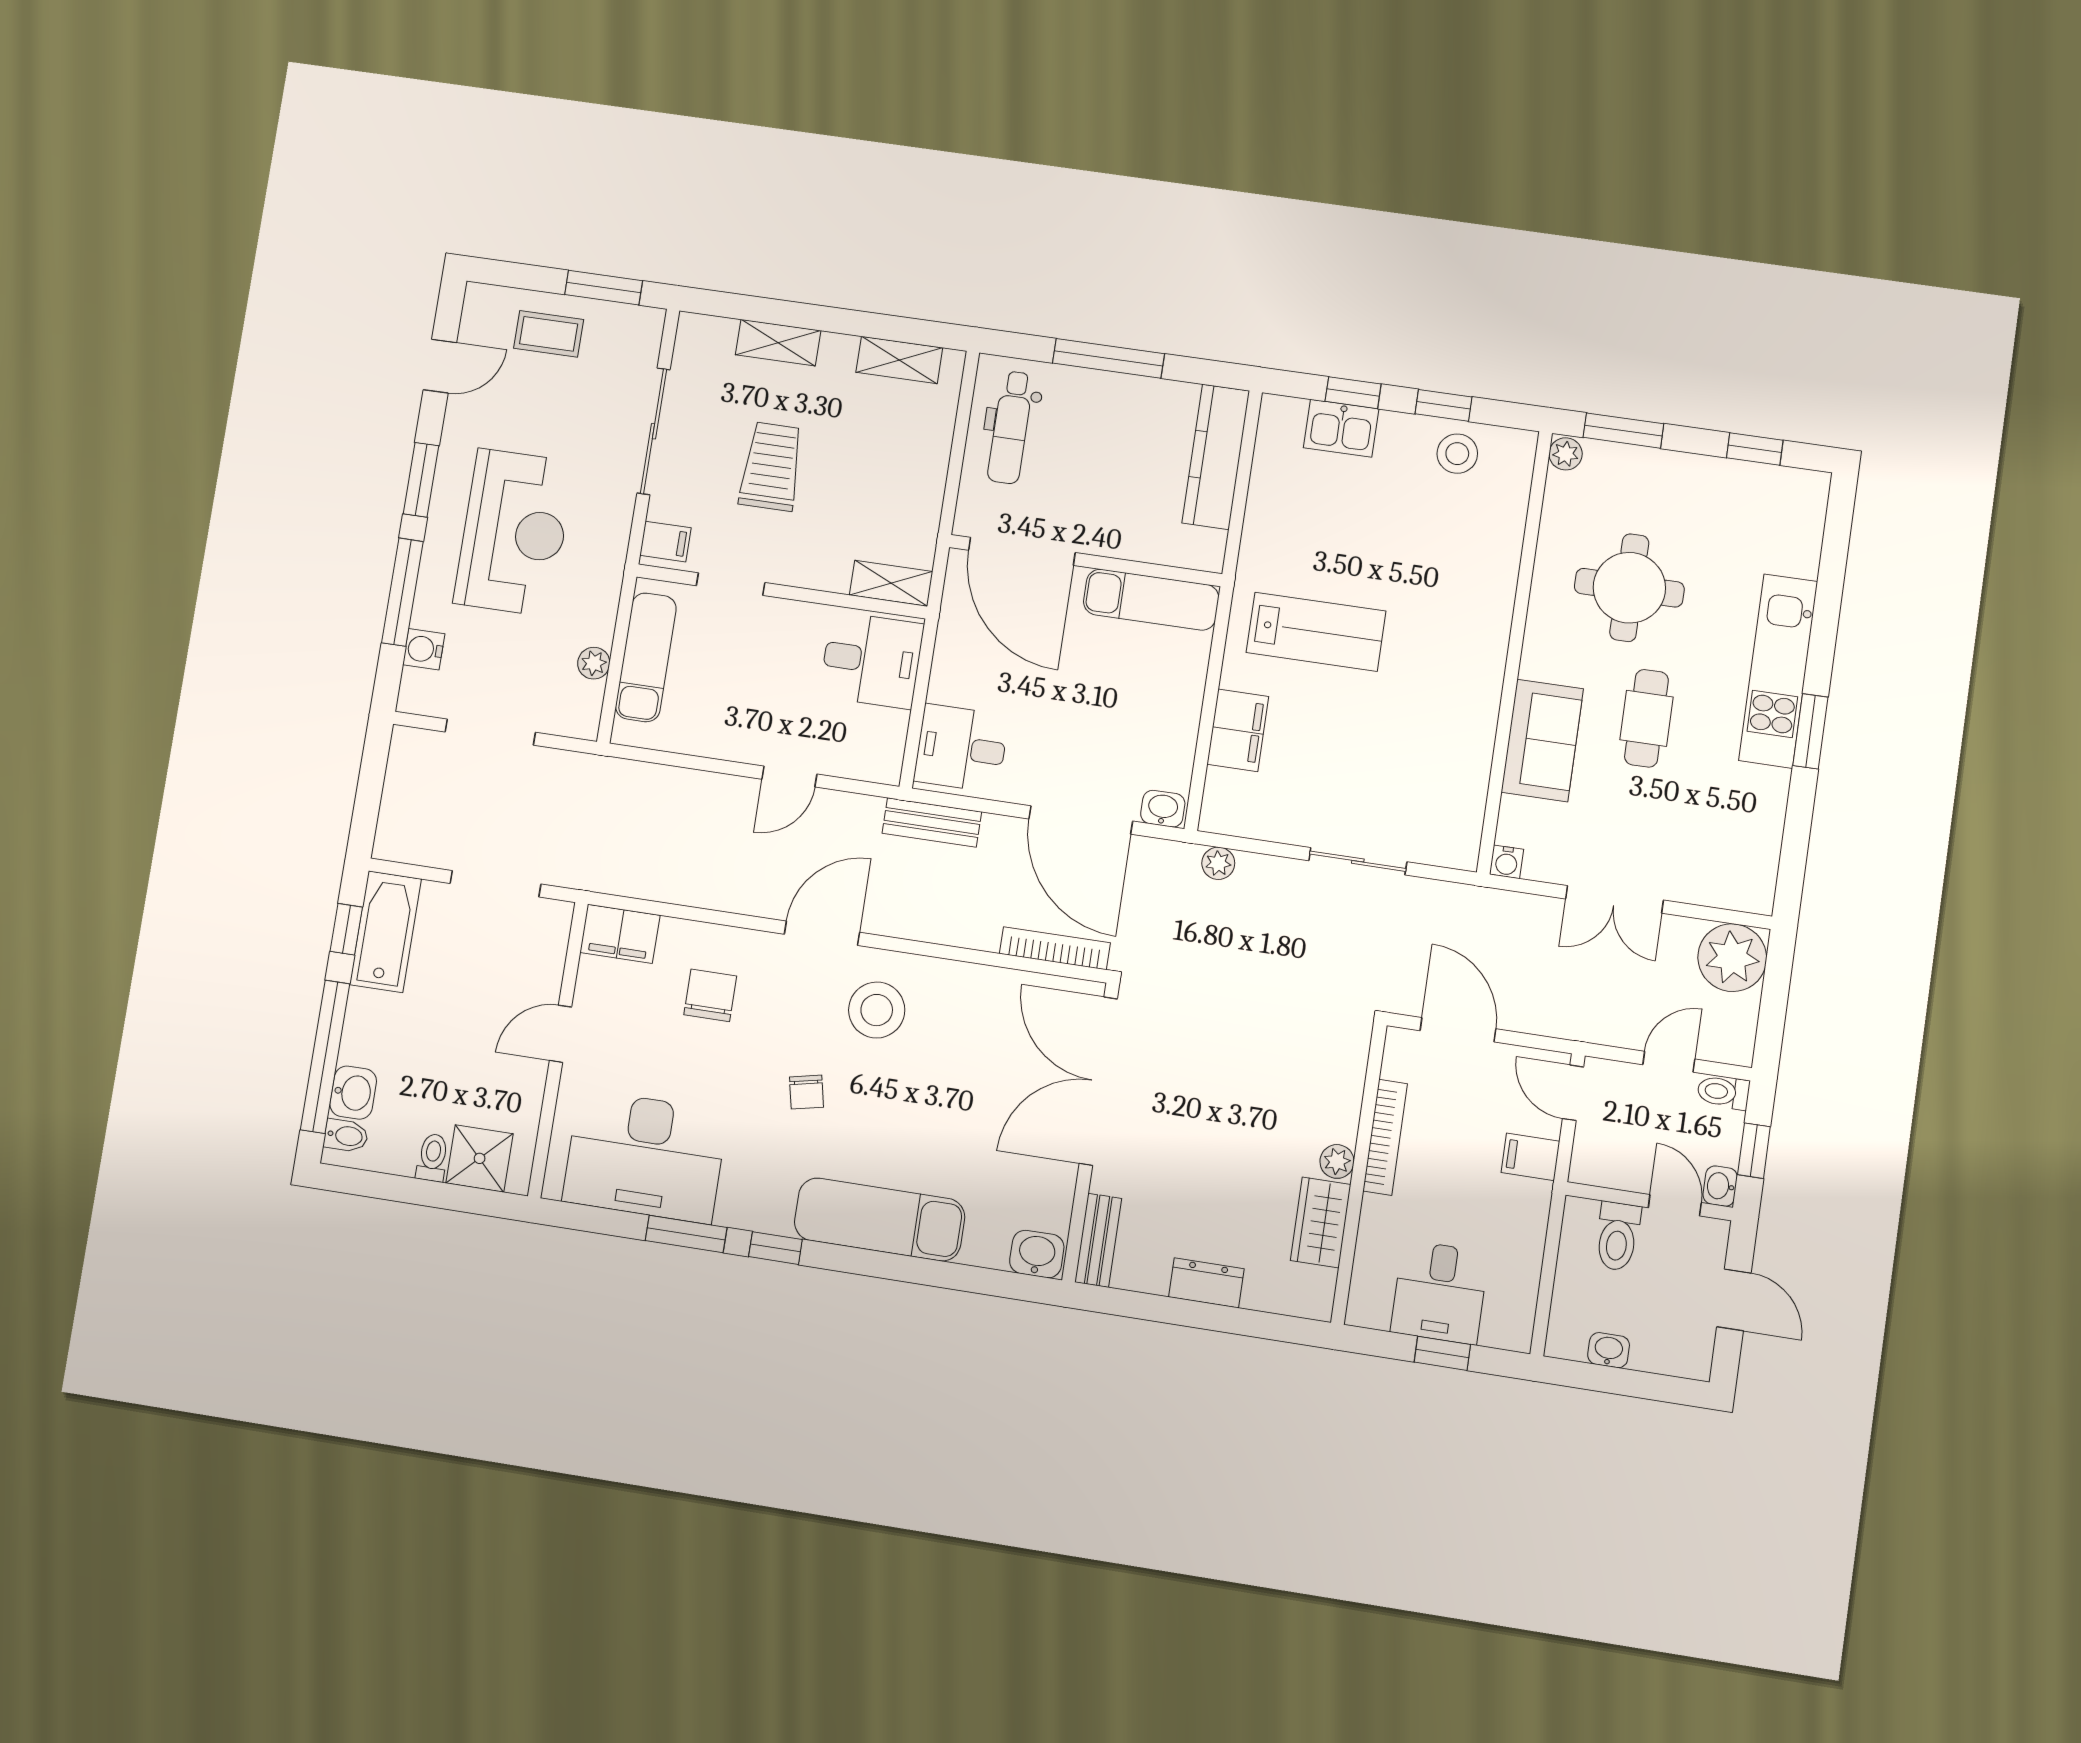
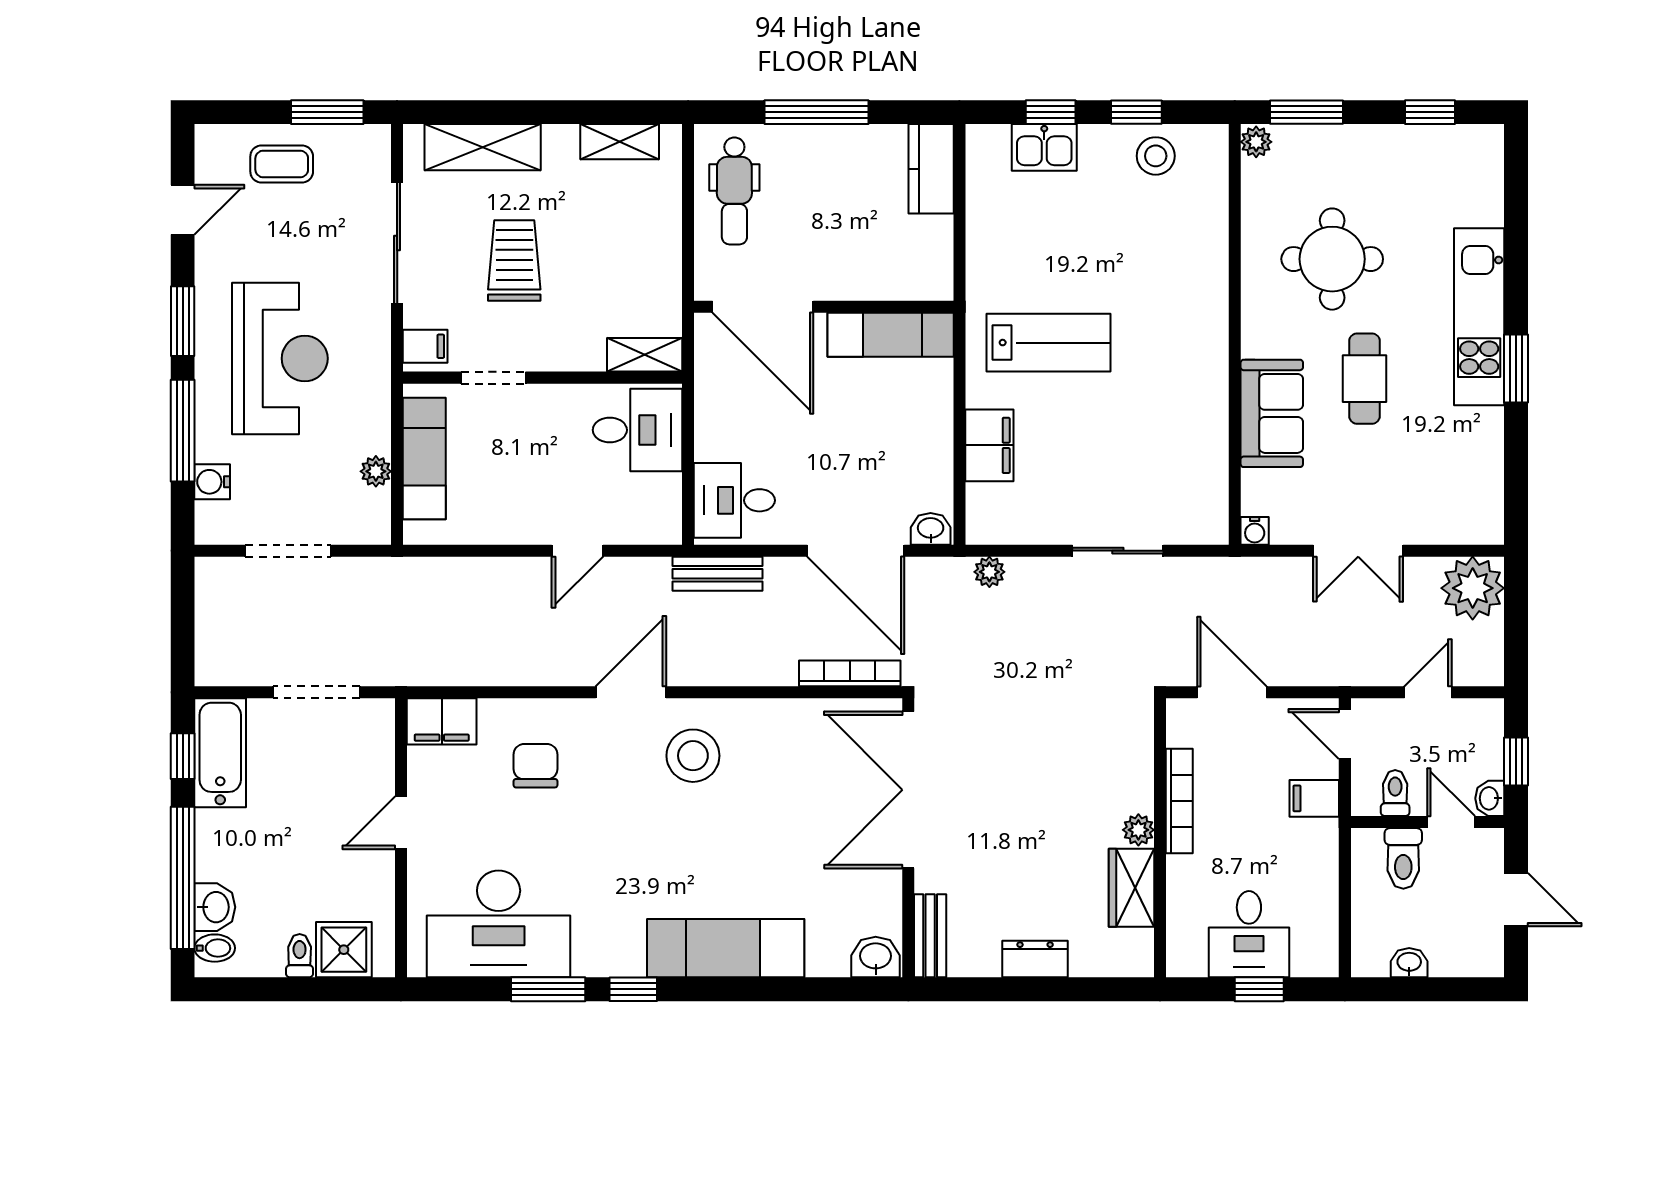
shelving: (778, 343) -> (483, 147), width x1.50, depth x1.33
kitchen counter: (1216, 457) -> (931, 169), width x0.67
chair: (806, 1092) -> (639, 841), removed
toilet: (1723, 1092) -> (1395, 793), moved, turned 90

